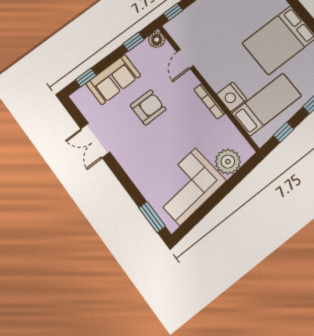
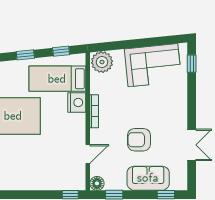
plant: (228, 162) -> (102, 62), moved
window: (152, 217) -> (192, 64), width x0.67

